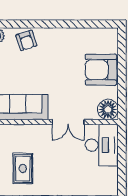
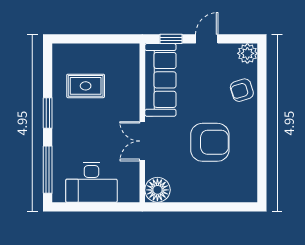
armchair: (101, 70) -> (210, 142), moved, turned 90
desk: (102, 145) -> (91, 182), moved

